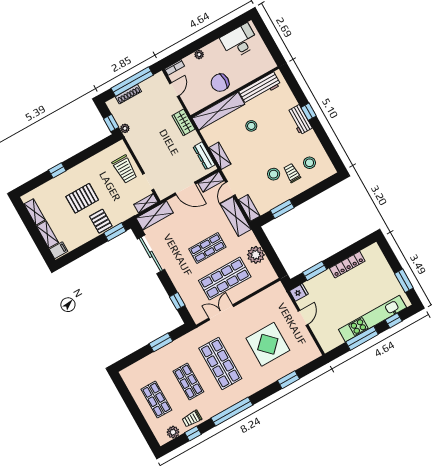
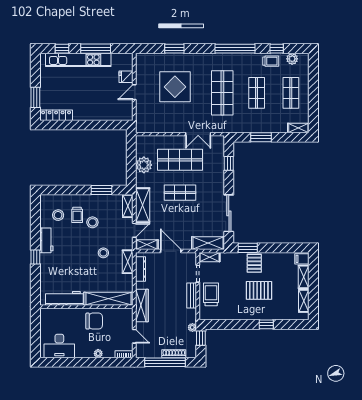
door: (174, 90) -> (134, 336), swing flipped
workbench: (300, 120) -> (46, 240), moved
wardrobe: (183, 122) -> (142, 306), width x1.50
stool: (251, 126) -> (103, 253), moved
bench: (142, 158) -> (192, 296), added
locker: (347, 265) -> (56, 115), moved
window: (315, 271) -> (103, 125), removed
window: (404, 281) -> (35, 97), moved
fridge: (299, 292) -> (126, 77), moved
shelving: (131, 371) -> (298, 128), added

